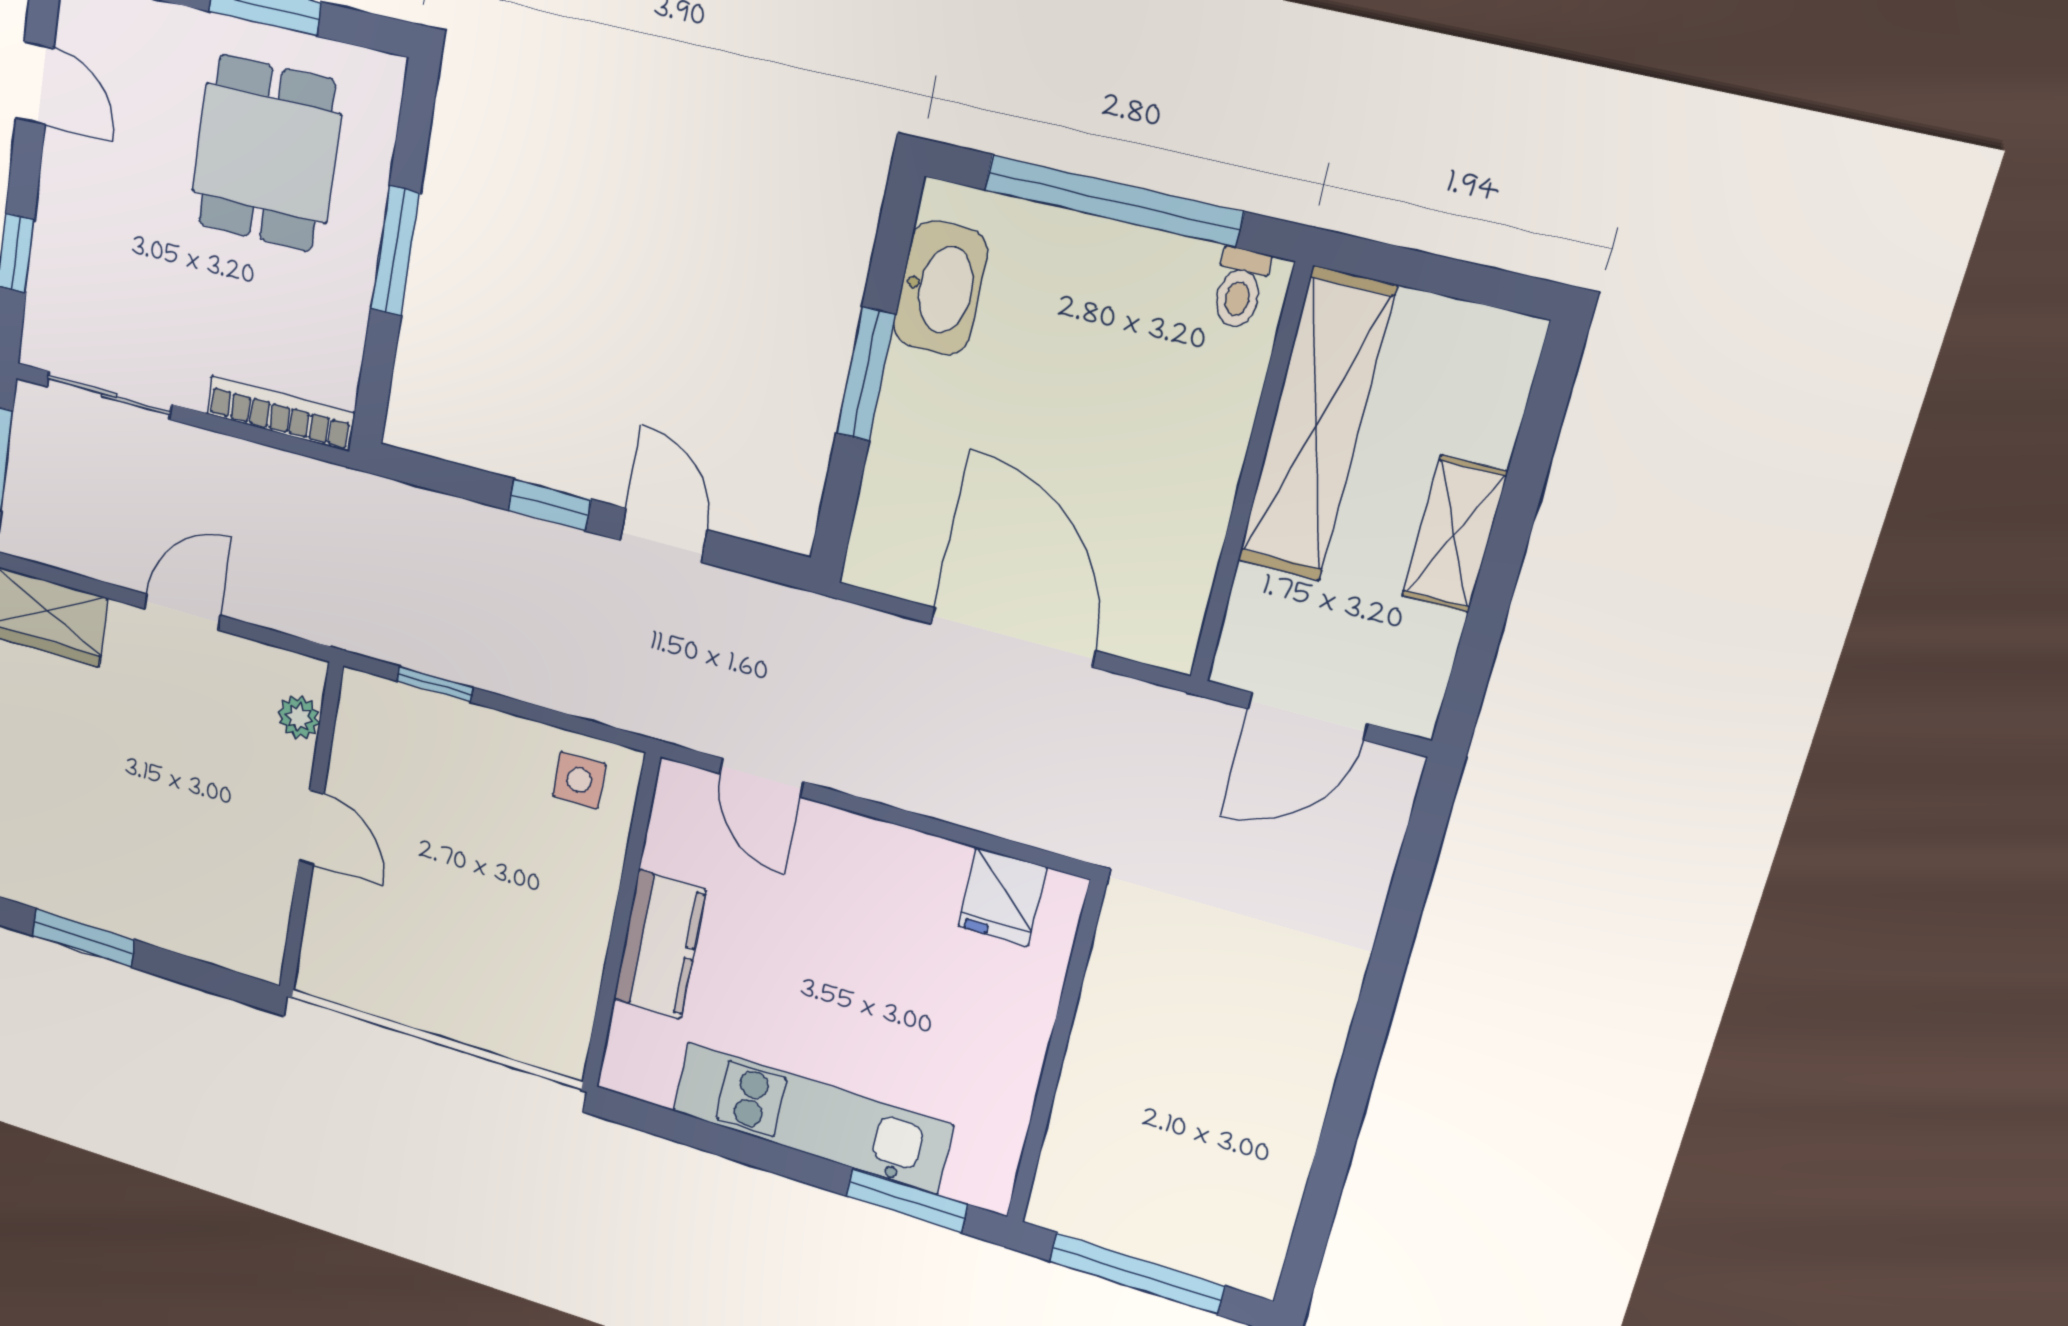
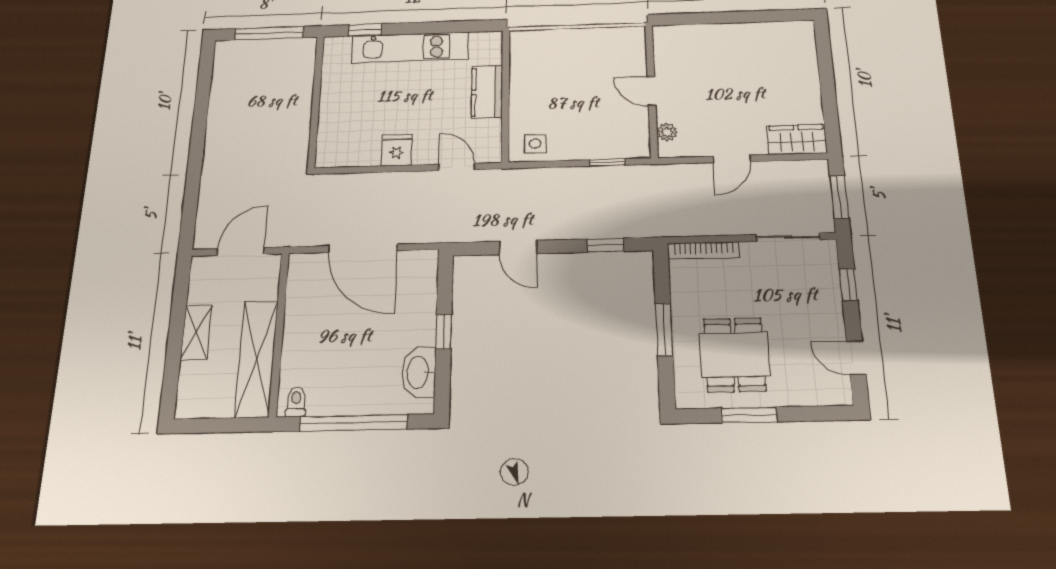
window: (866, 374) -> (444, 332), width x0.67
window: (550, 505) -> (605, 245), moved
fridge: (1002, 897) -> (397, 150), moved
window: (84, 938) -> (748, 17), removed
window: (907, 1200) -> (365, 30), width x0.67

